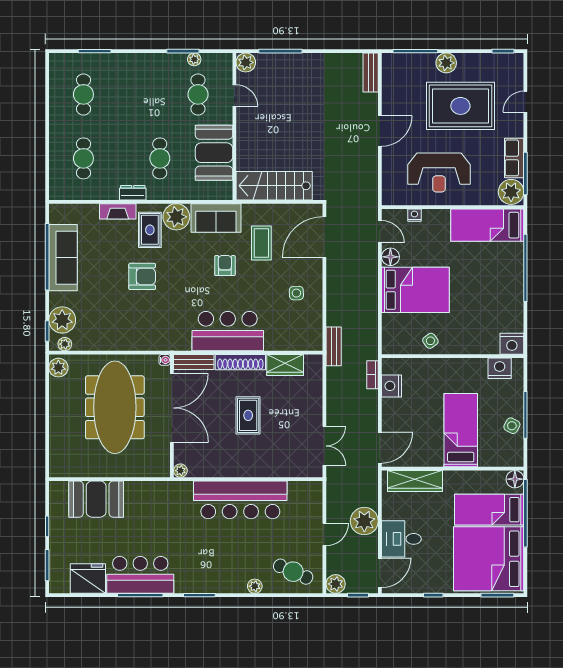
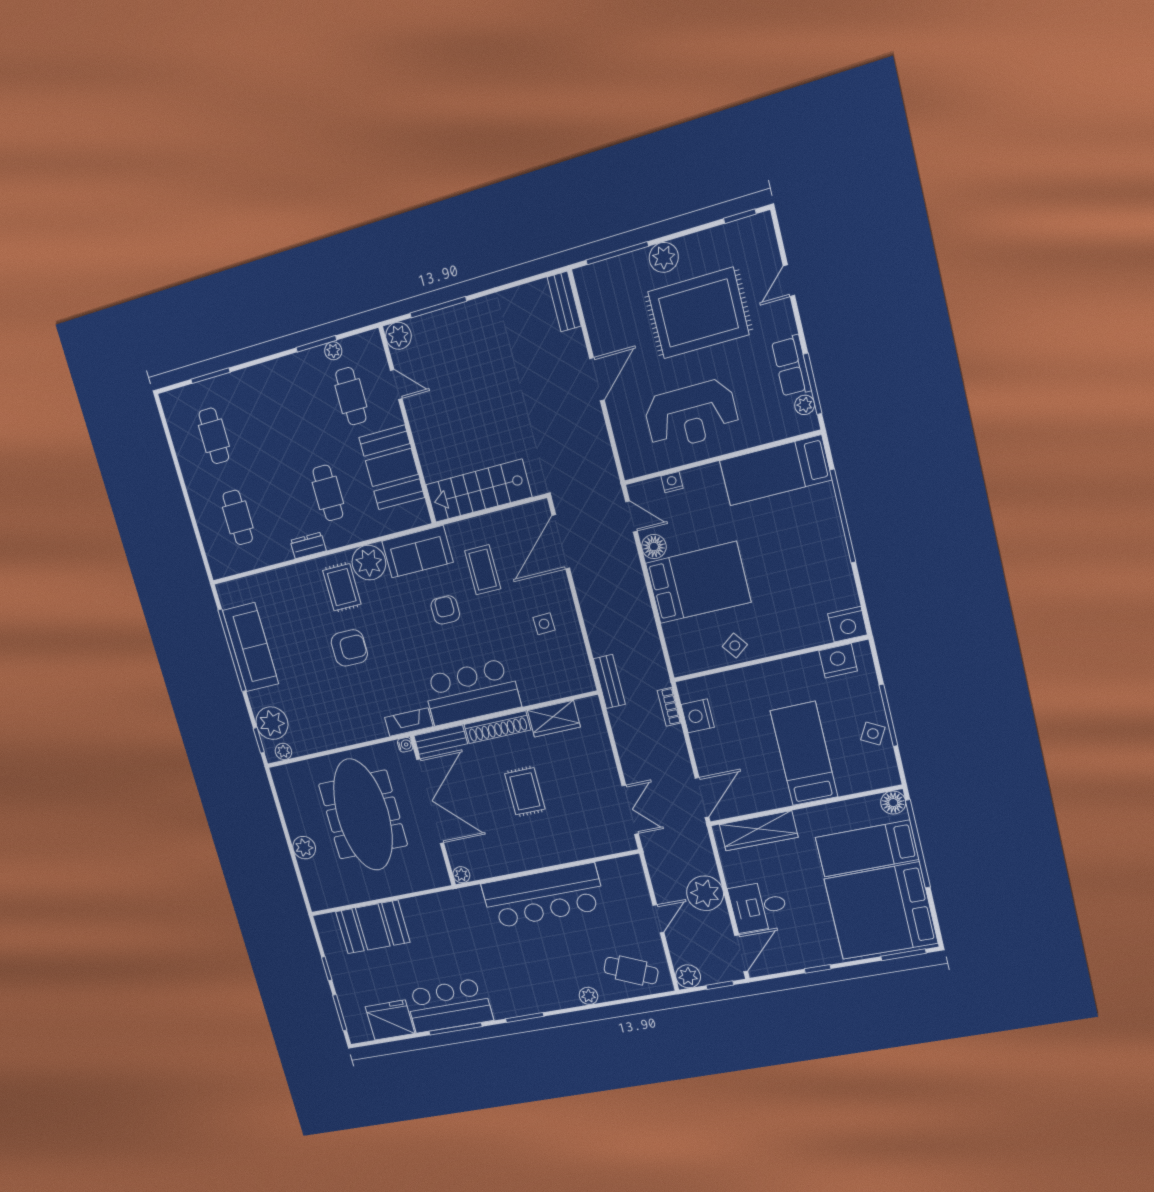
plant: (511, 192) -> (805, 405), width x0.53, depth x0.53
fireplace: (118, 211) -> (409, 722), moved, turned 180
plant: (58, 368) -> (304, 848), moved

